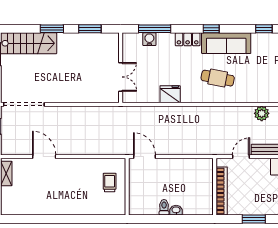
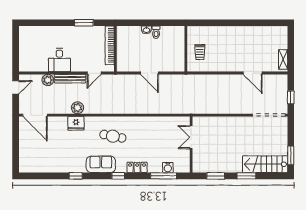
sofa: (226, 43) -> (101, 164), width x0.73
fridge: (170, 94) -> (76, 123), moved
door: (144, 157) -> (149, 73), moved

